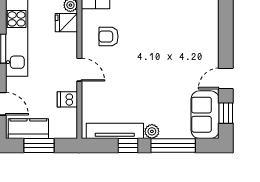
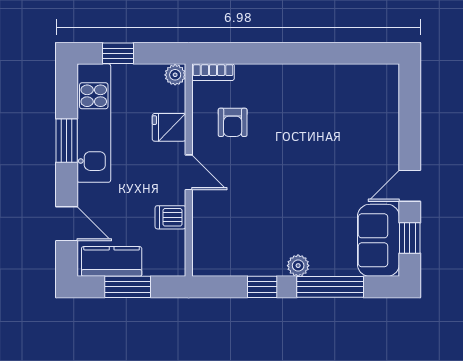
fridge: (66, 23) -> (169, 127), moved
armchair: (108, 37) -> (233, 122), turned -90
tv unit: (115, 131) -> (242, 265), removed

